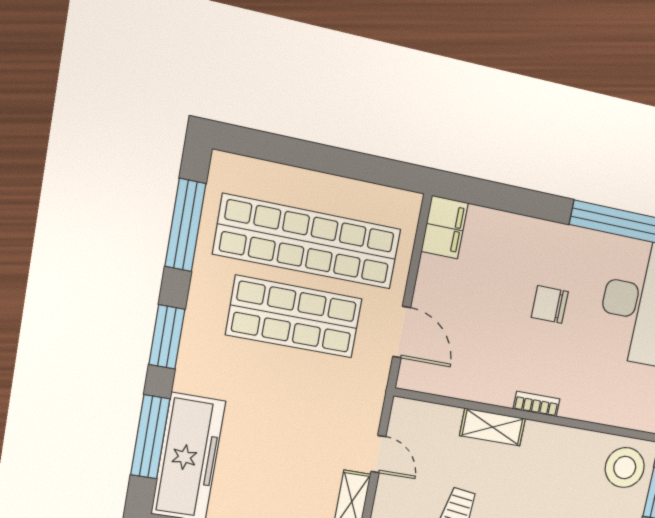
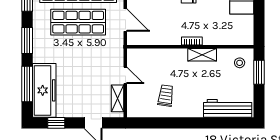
shelving: (493, 427) -> (202, 55), moved
stool: (625, 468) -> (240, 63), width x0.53, depth x0.53

